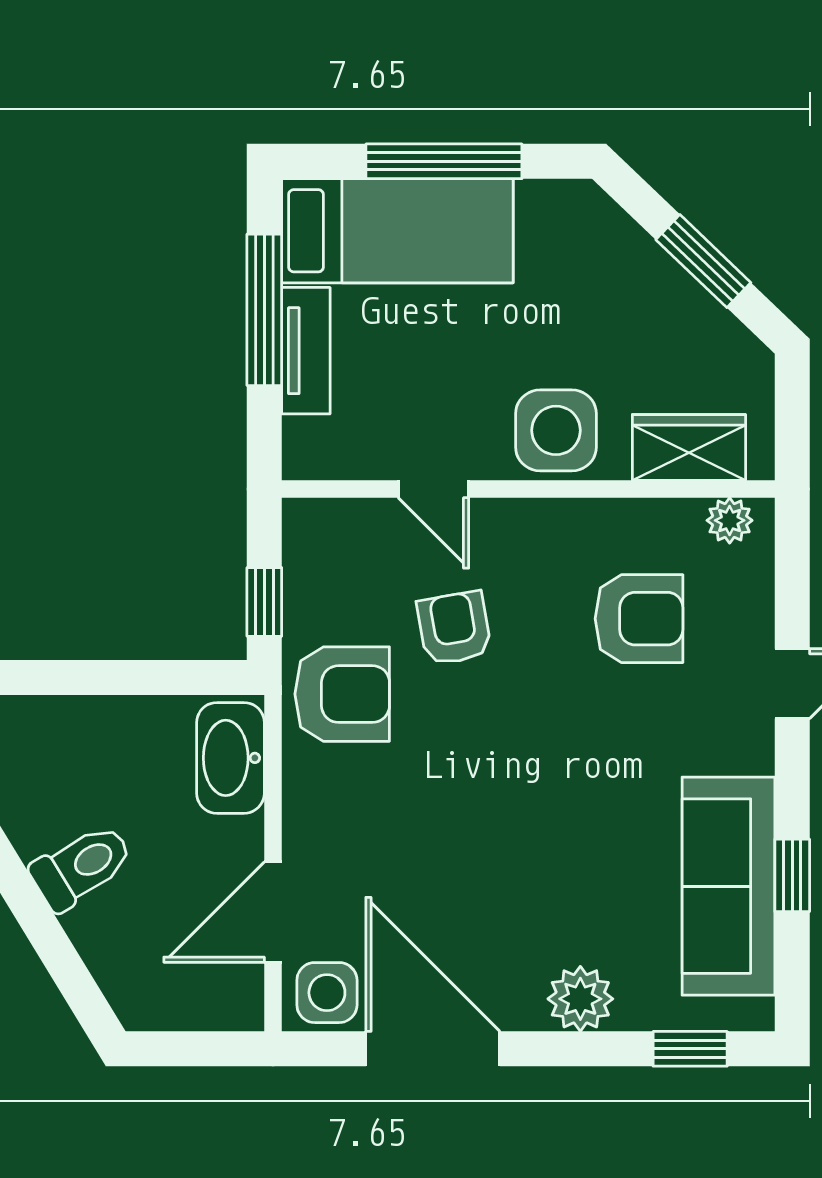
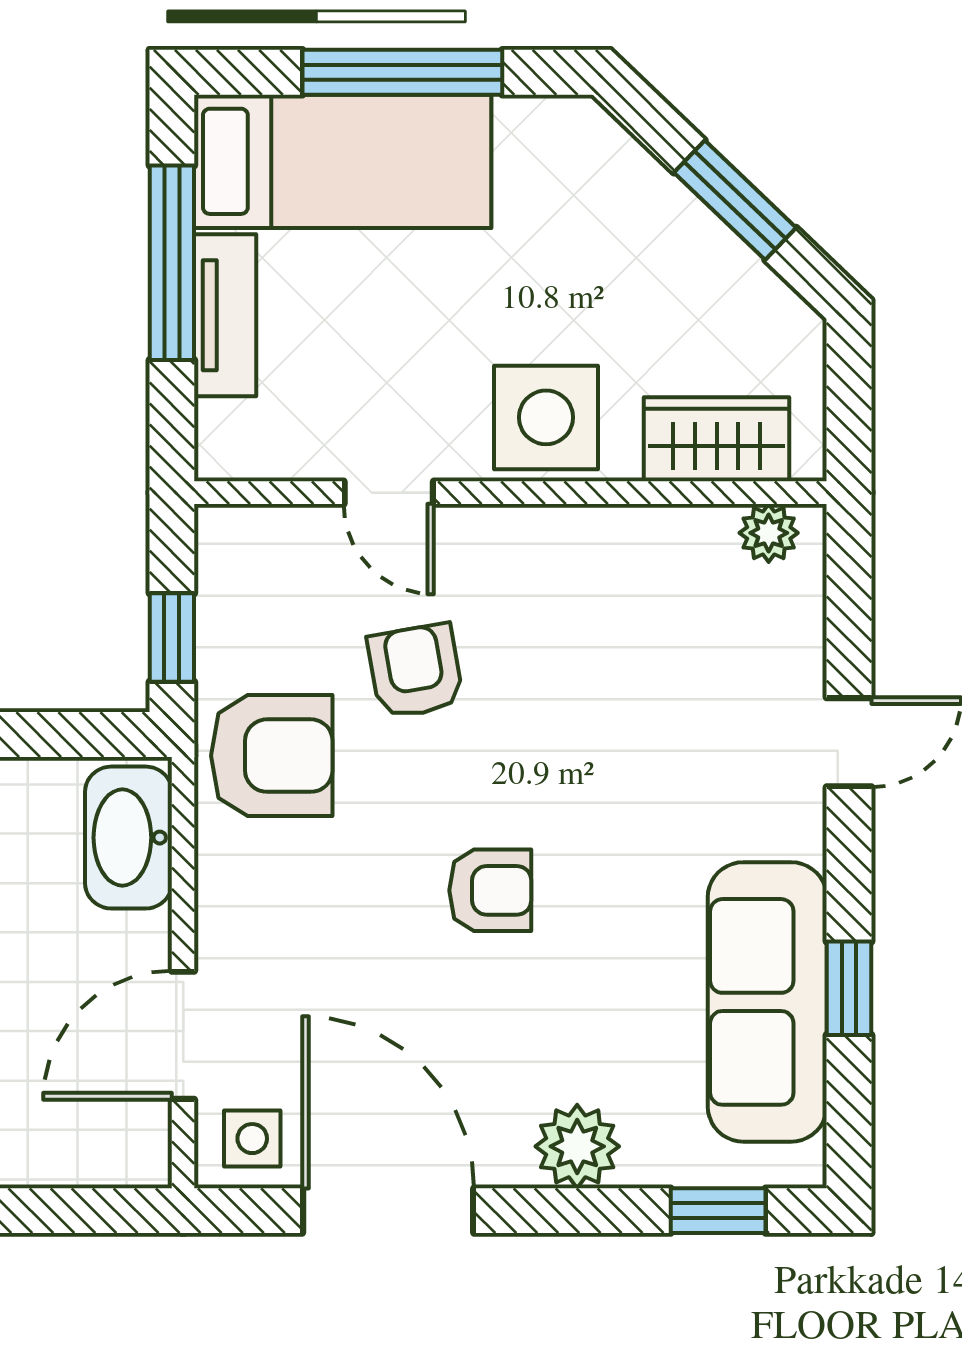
armchair: (639, 619) -> (490, 890), moved, width x0.72, depth x0.72
side table: (327, 993) -> (252, 1139), width x0.73, depth x0.73

